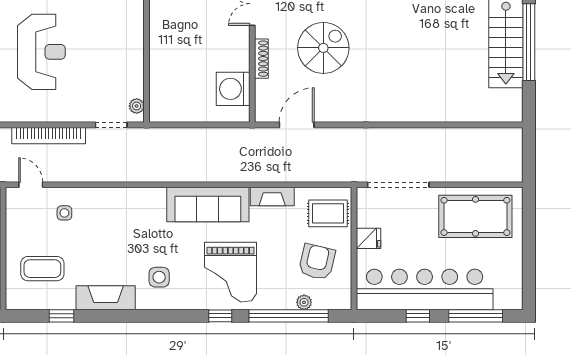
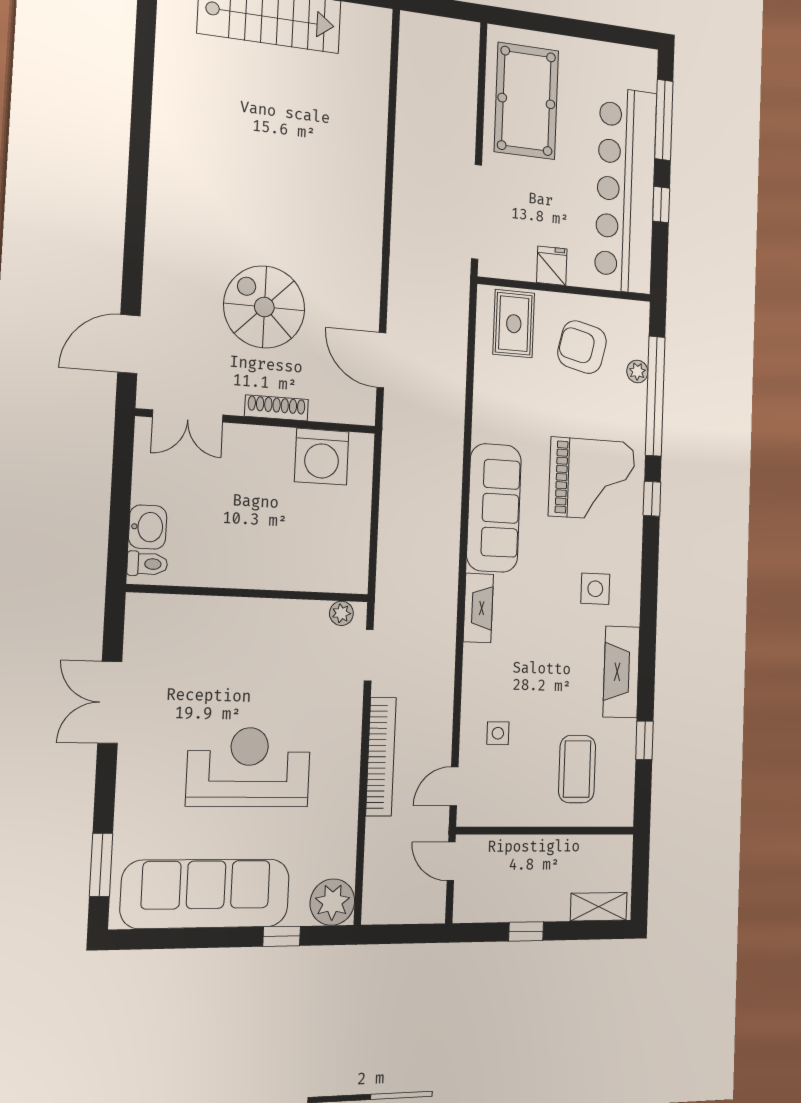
fireplace: (272, 196) -> (478, 608), moved

